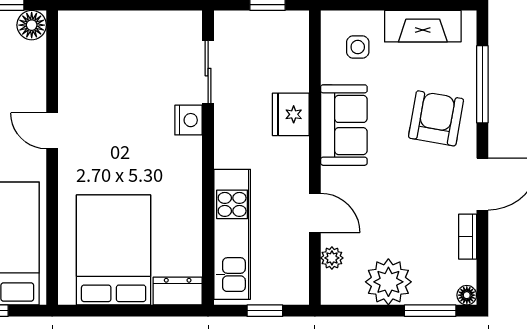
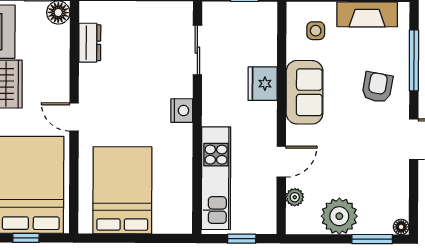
armchair: (436, 118) -> (377, 87), width x0.72, depth x0.72
nightstand: (189, 120) -> (182, 111), moved
door: (52, 131) -> (74, 117), moved
door: (315, 213) -> (281, 162), hinge flipped
bookcase: (468, 237) -> (402, 181), removed
dresser: (178, 291) -> (90, 43), moved, turned 90

